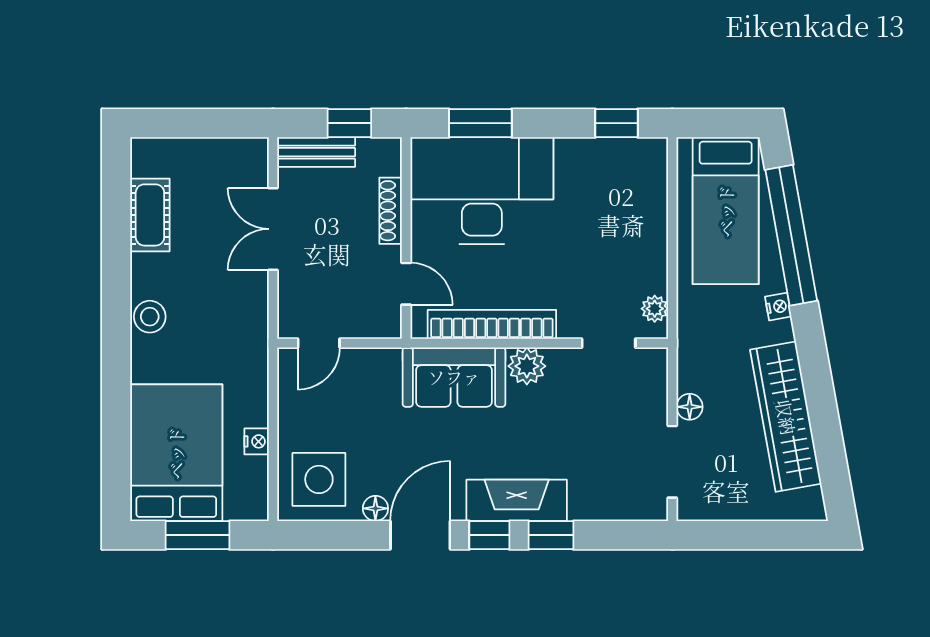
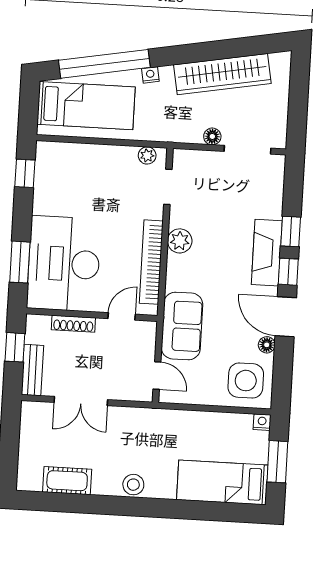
sofa: (454, 377) -> (182, 326), moved
nightstand: (257, 441) -> (262, 422), moved
bed: (176, 453) -> (222, 482), width x0.67

